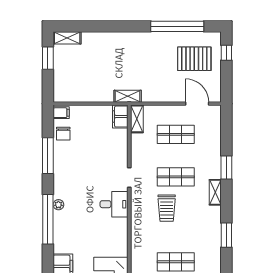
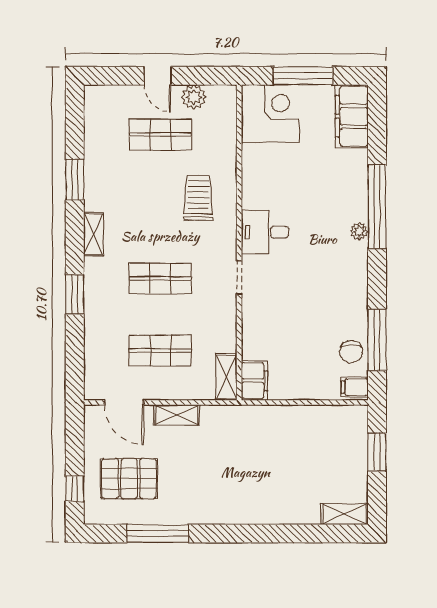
window: (177, 26) -> (158, 534), width x0.68
window: (48, 58) -> (377, 452), moved
shelving: (128, 96) -> (177, 415), moved
chair: (63, 134) -> (351, 352), turned 180
window: (48, 156) -> (377, 340), moved
shelving: (215, 192) -> (93, 234), moved
trolley: (167, 208) -> (198, 198), moved

